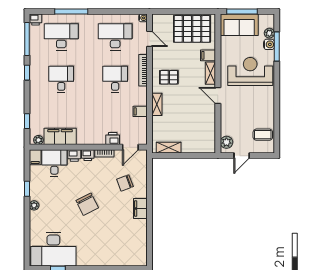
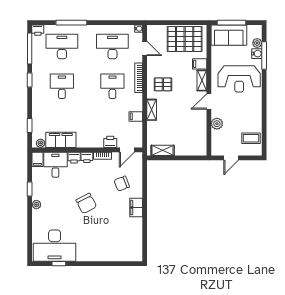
reception desk: (250, 71) -> (239, 79), turned 180
door: (218, 95) -> (209, 101), hinge flipped
plant: (226, 142) -> (217, 124), moved

